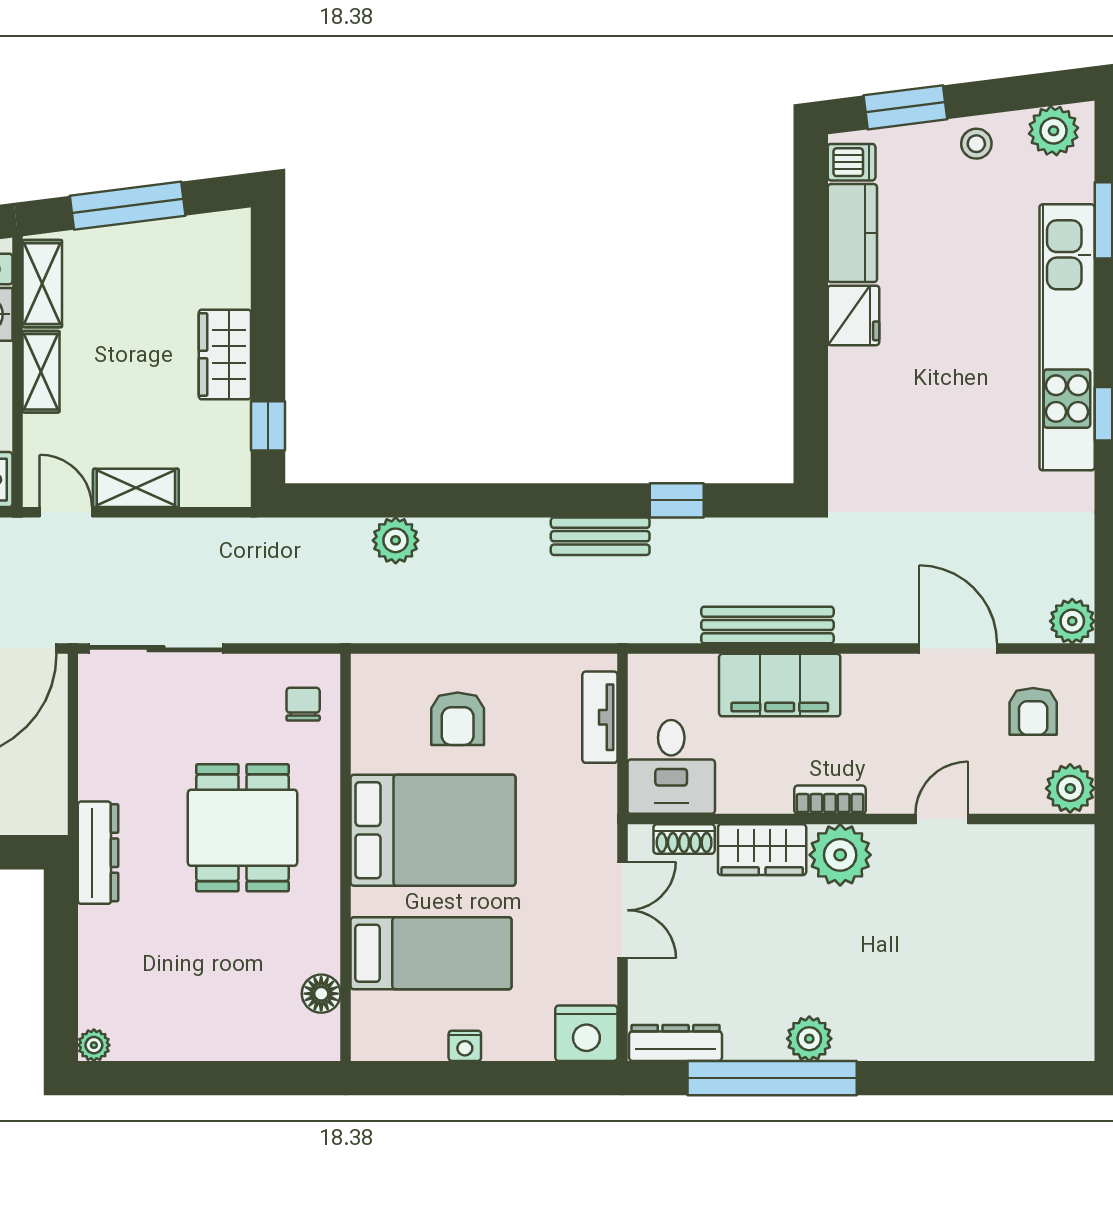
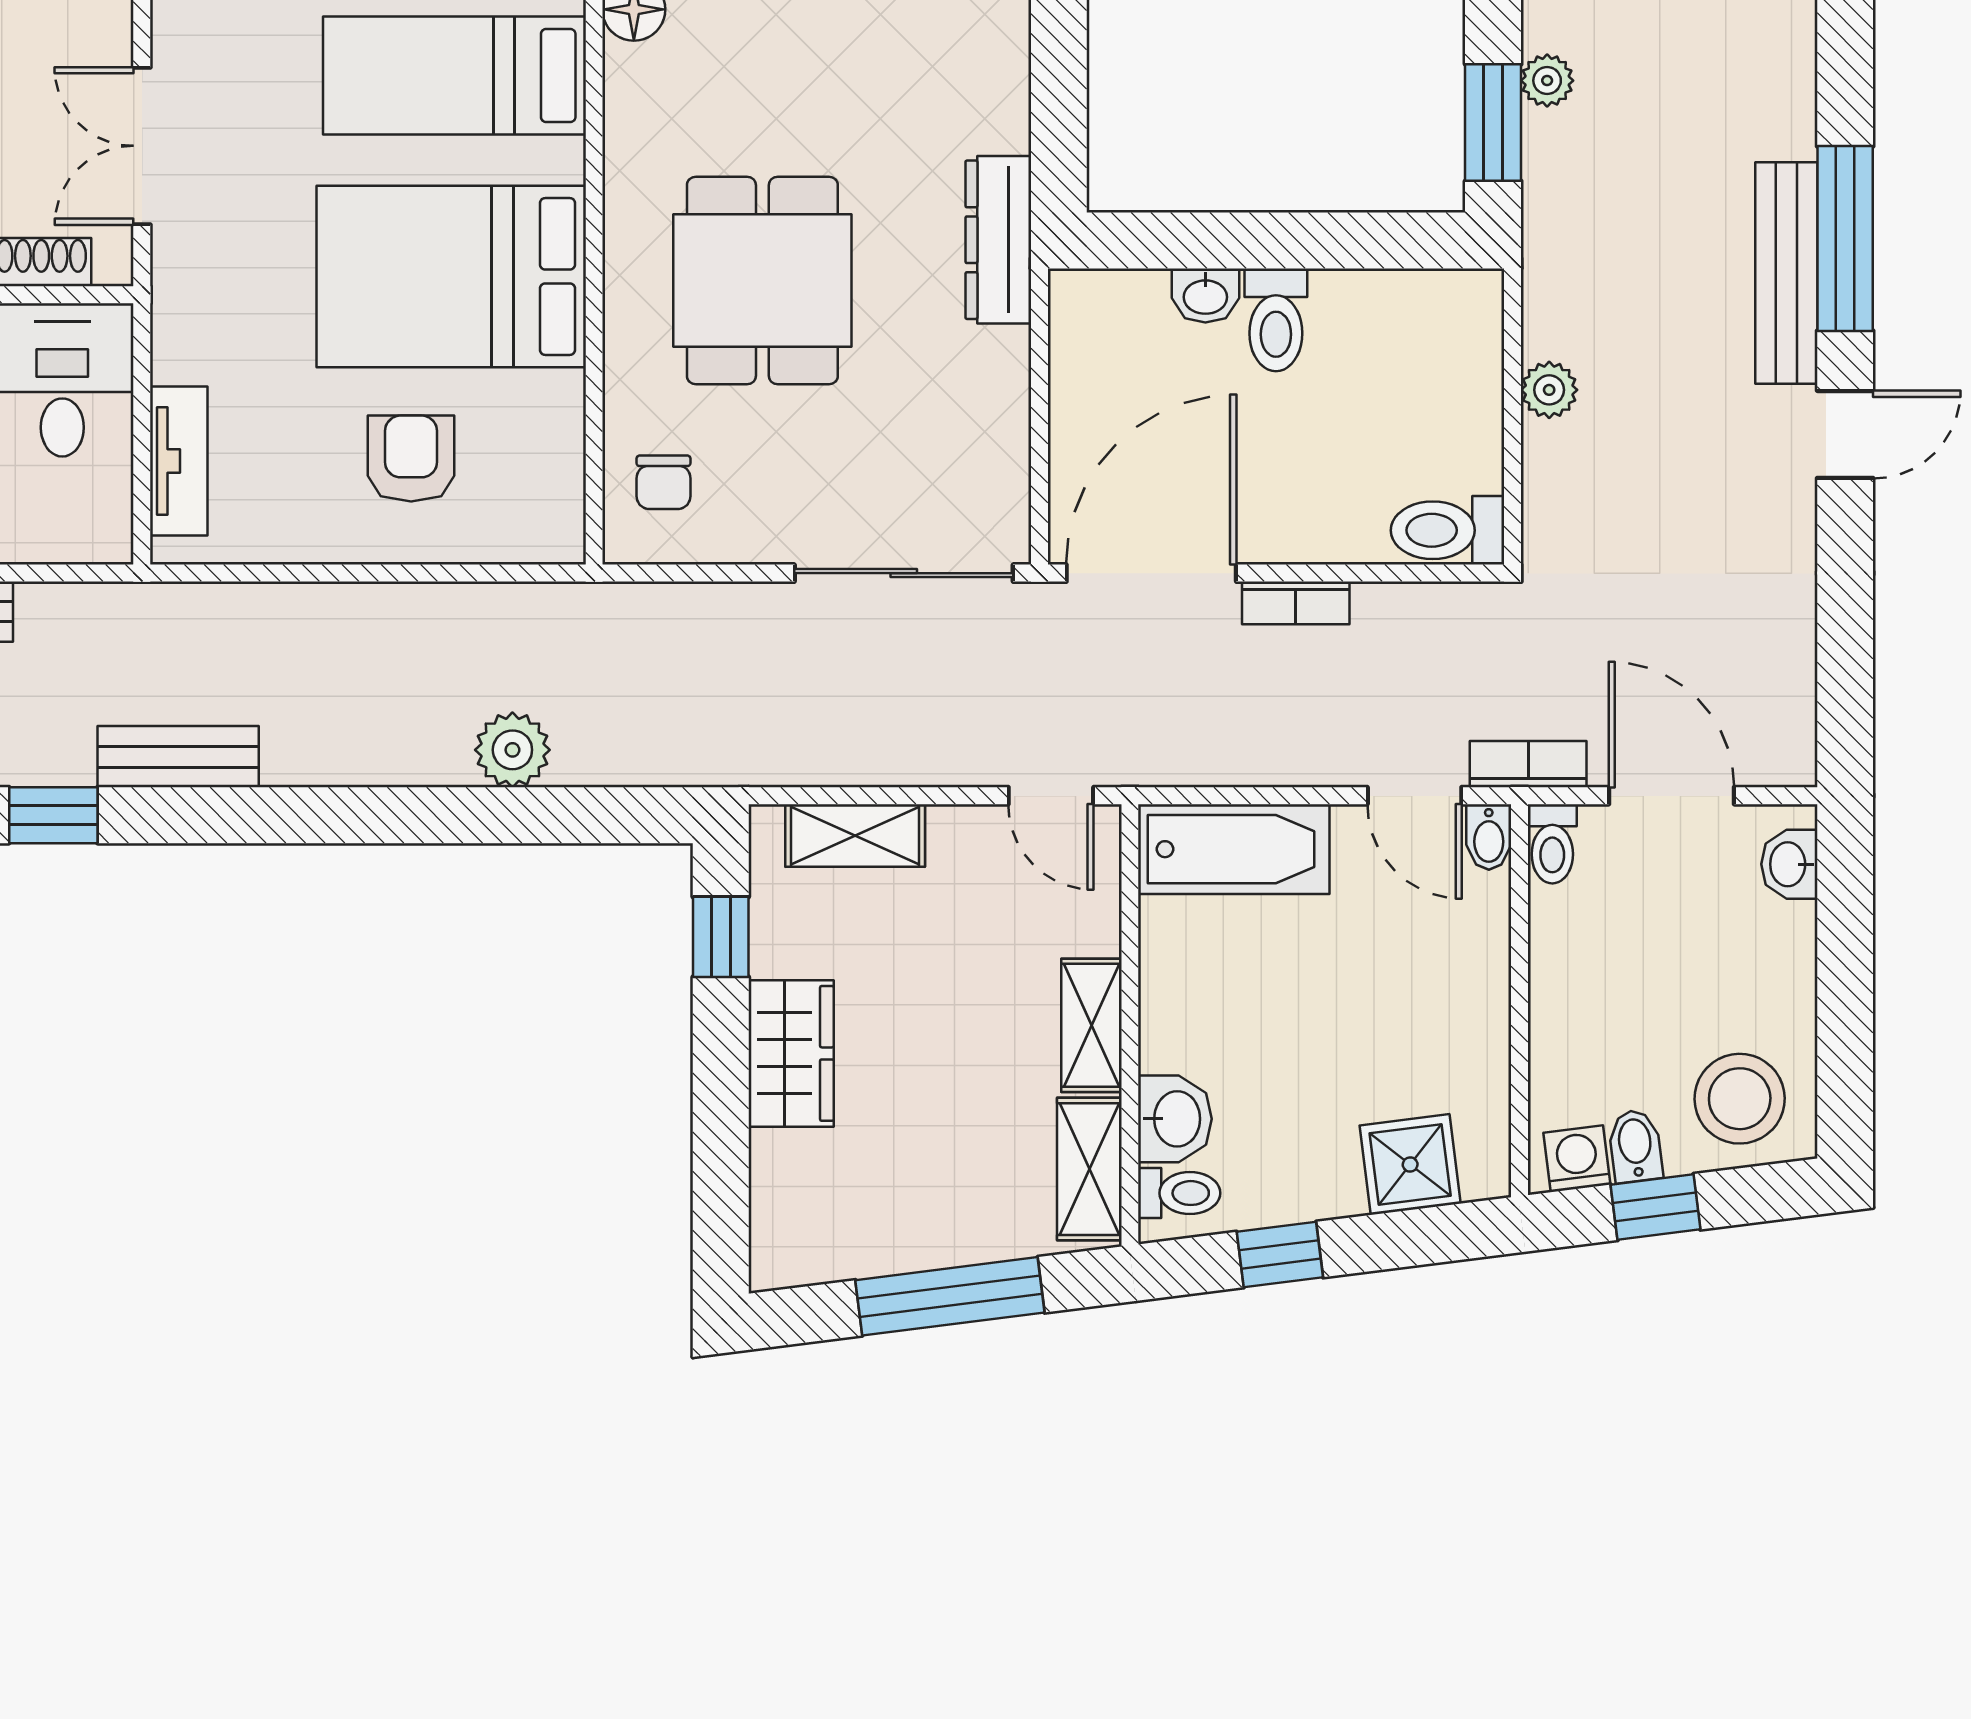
shelving: (136, 488) -> (855, 835), moved

